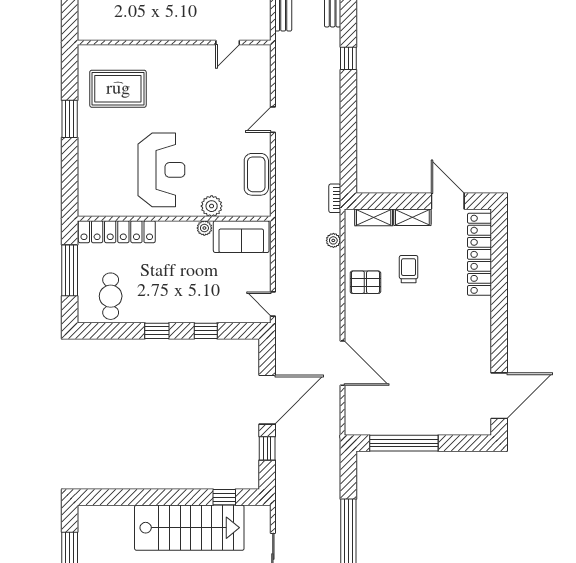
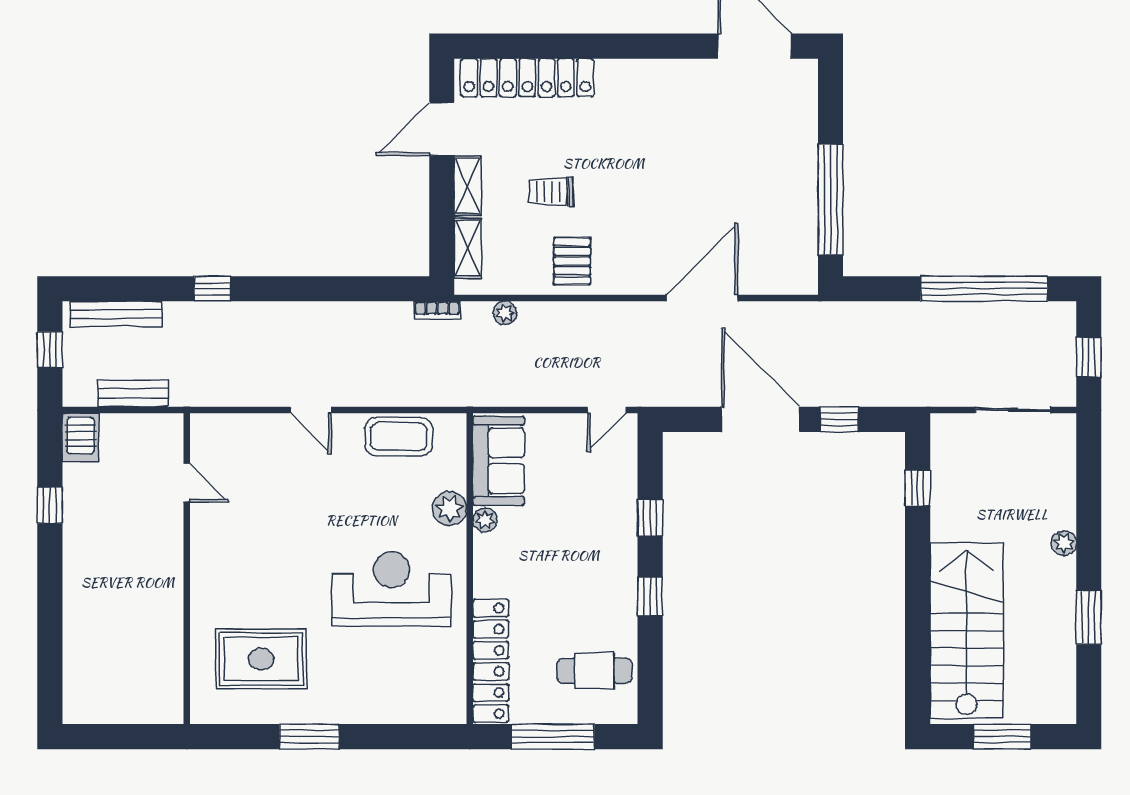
rug: (118, 89) -> (261, 659), turned 90
stairs: (189, 528) -> (967, 630), moved

